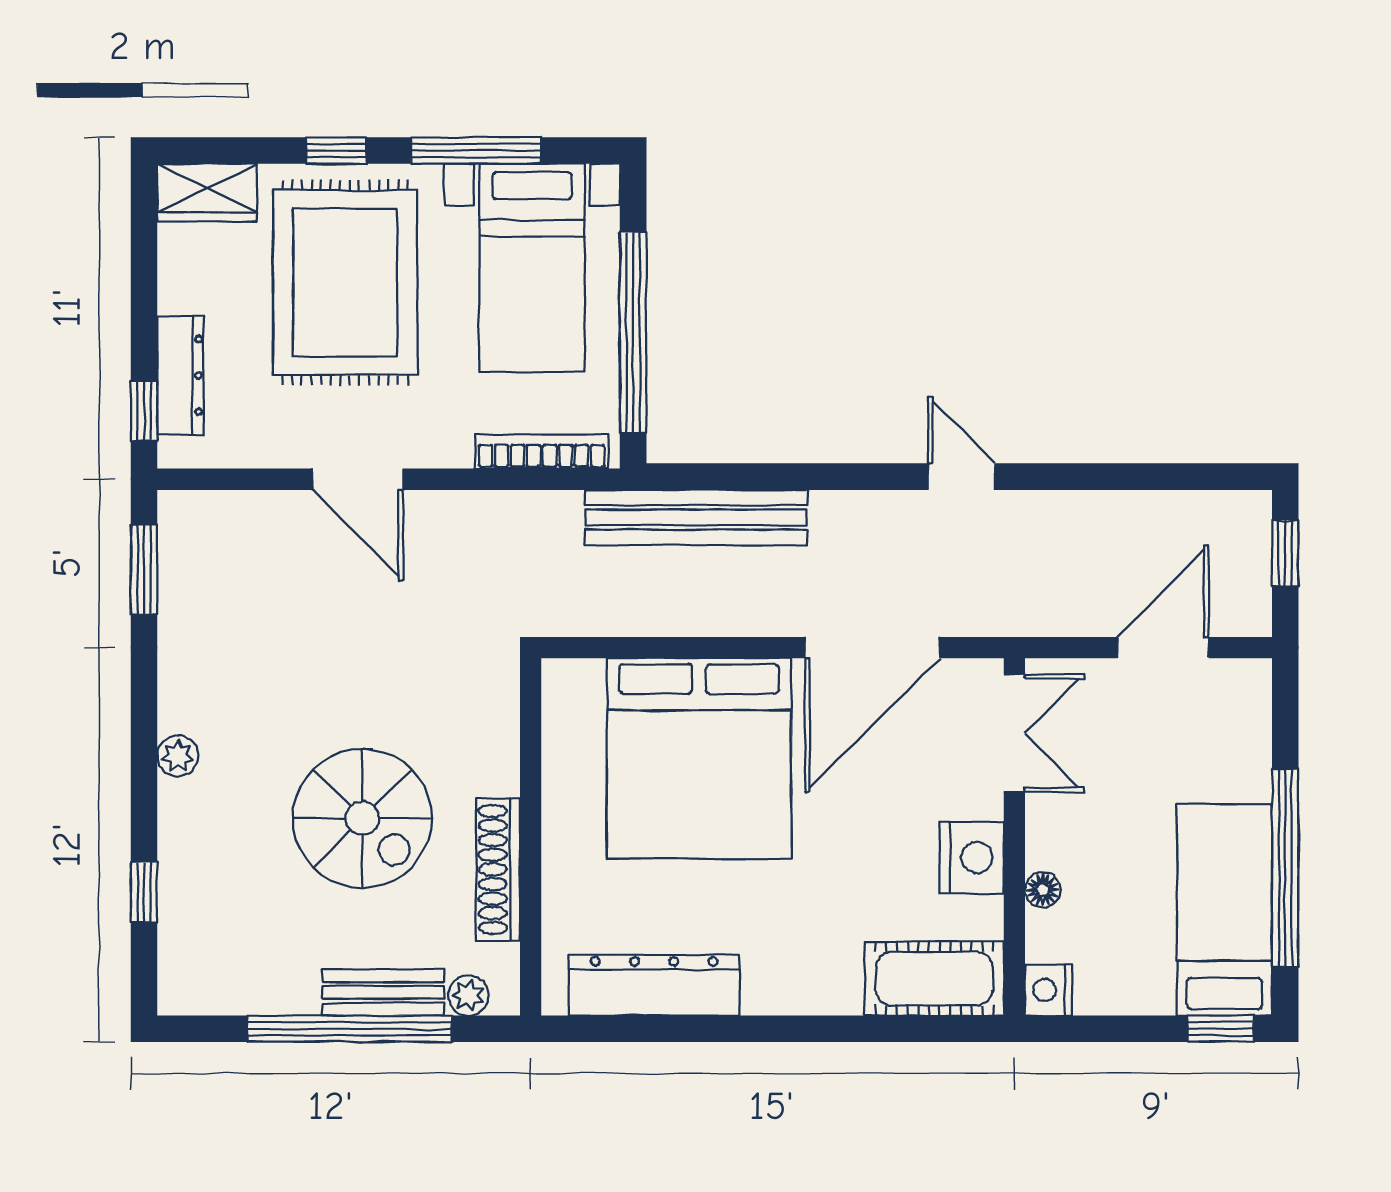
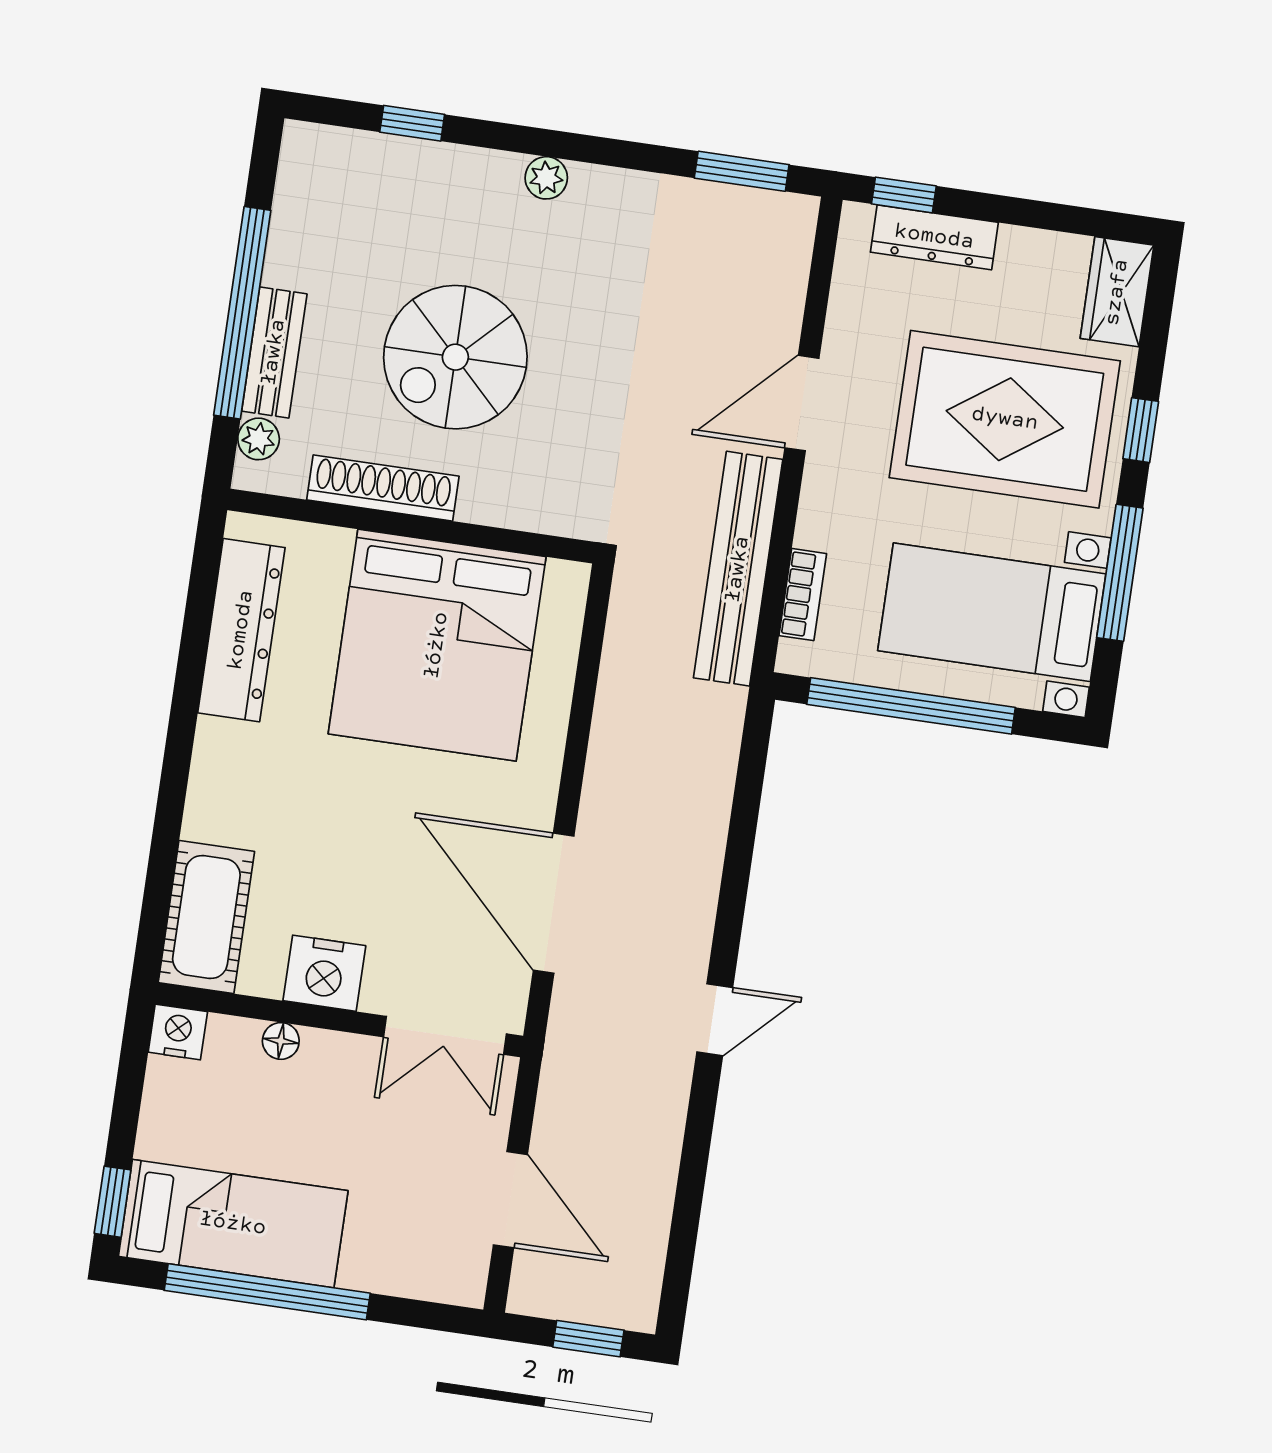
bookcase: (542, 452) -> (803, 595), width x0.64
bench: (696, 517) -> (738, 569), moved
bed: (699, 758) -> (437, 645), moved, turned -90

